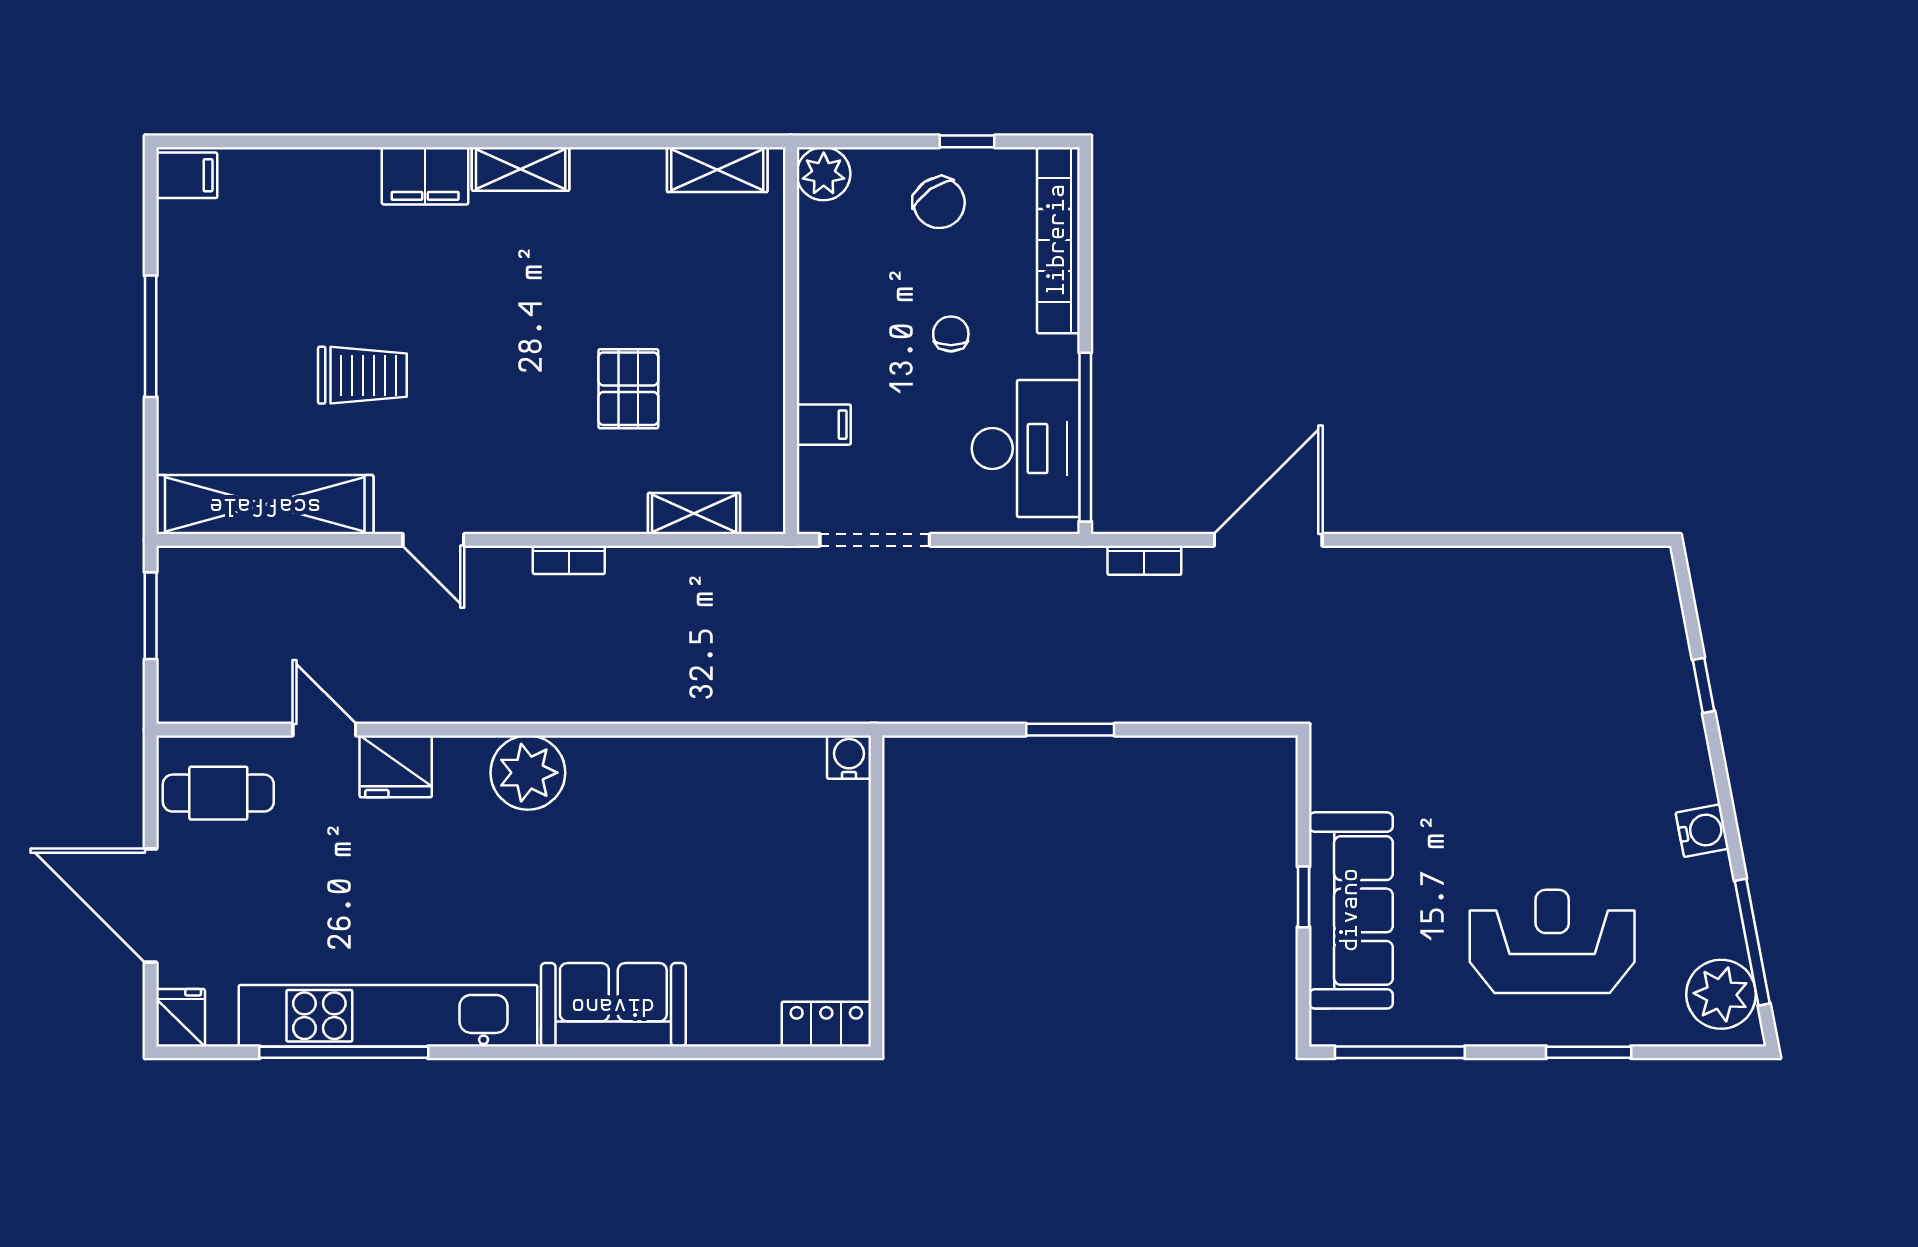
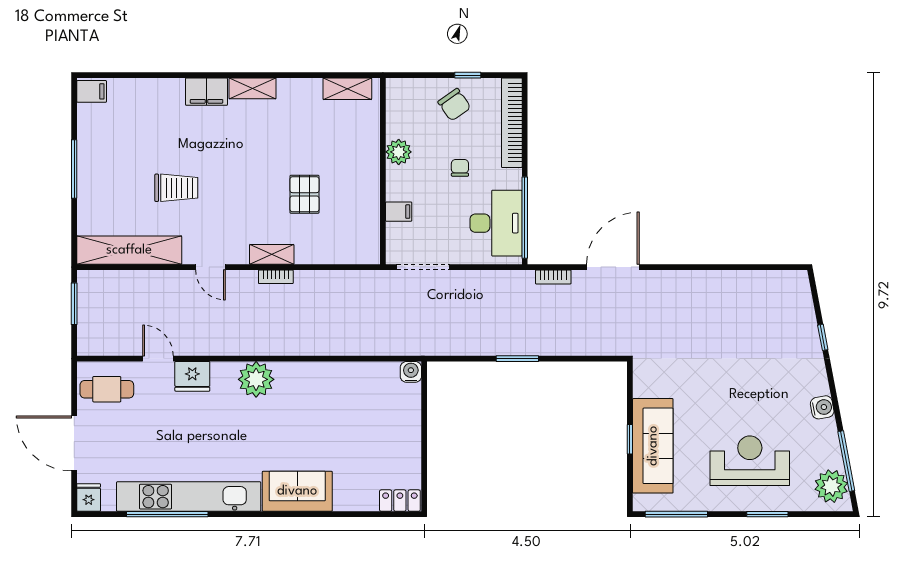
plant: (824, 174) -> (399, 152), moved
shelving: (694, 514) -> (272, 254), moved

